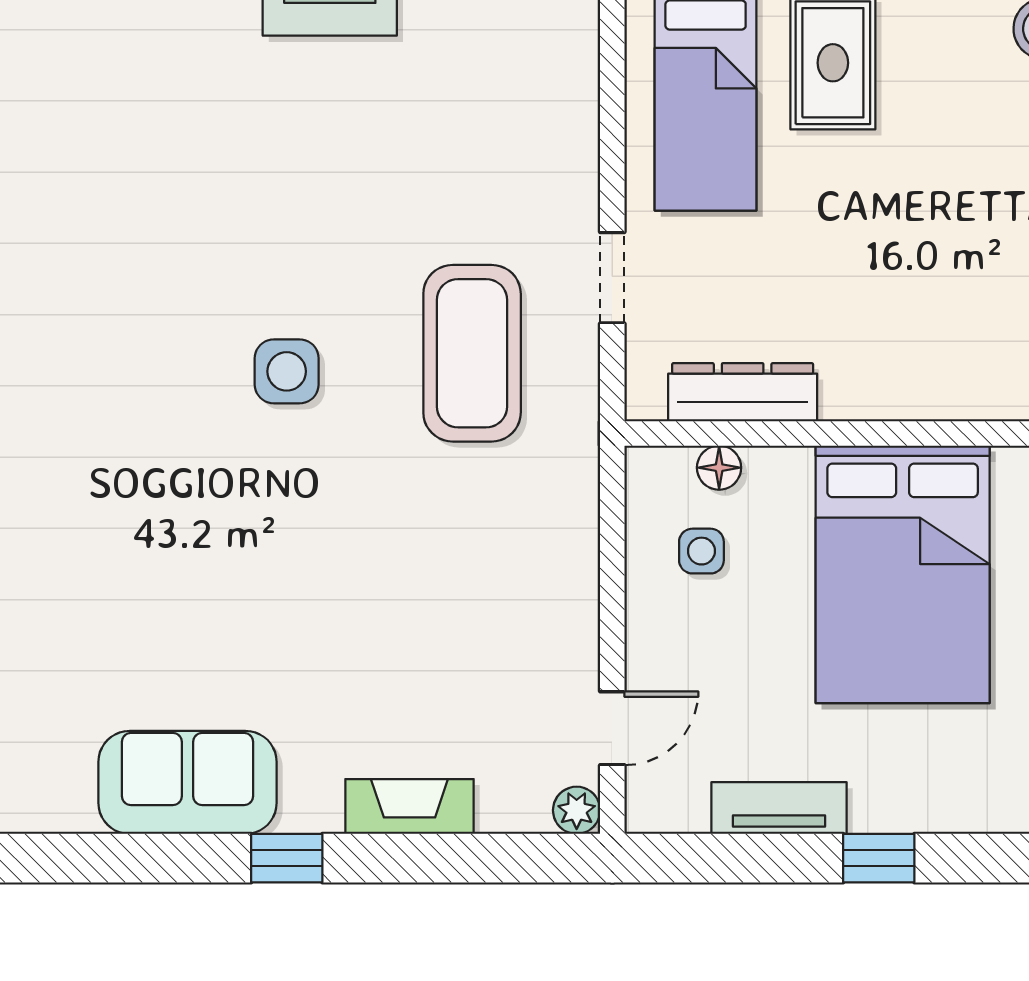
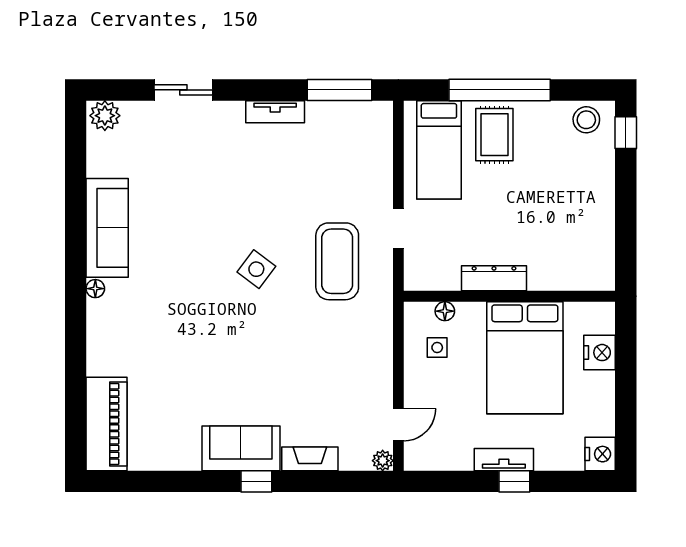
side table: (287, 371) -> (256, 269), turned 37
dresser: (743, 392) -> (494, 278), moved
sofa: (188, 782) -> (241, 448), moved
tv unit: (779, 808) -> (504, 460), moved

